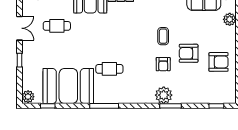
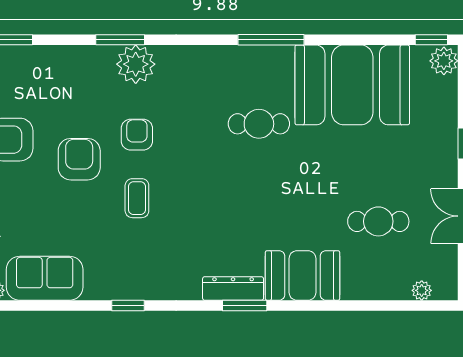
armchair: (189, 53) -> (79, 159), turned -90
window: (48, 106) -> (431, 40), moved

